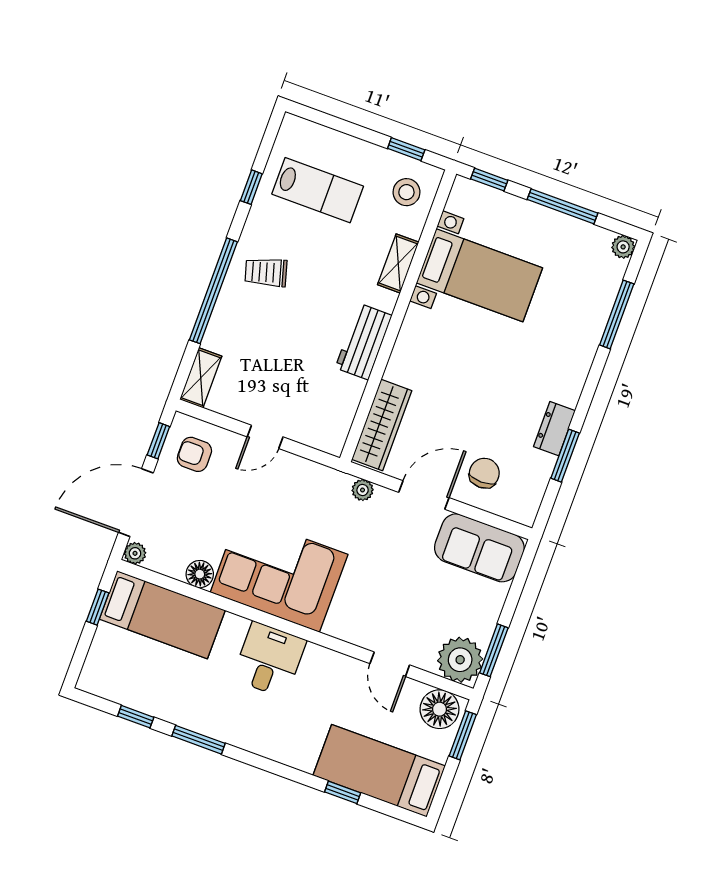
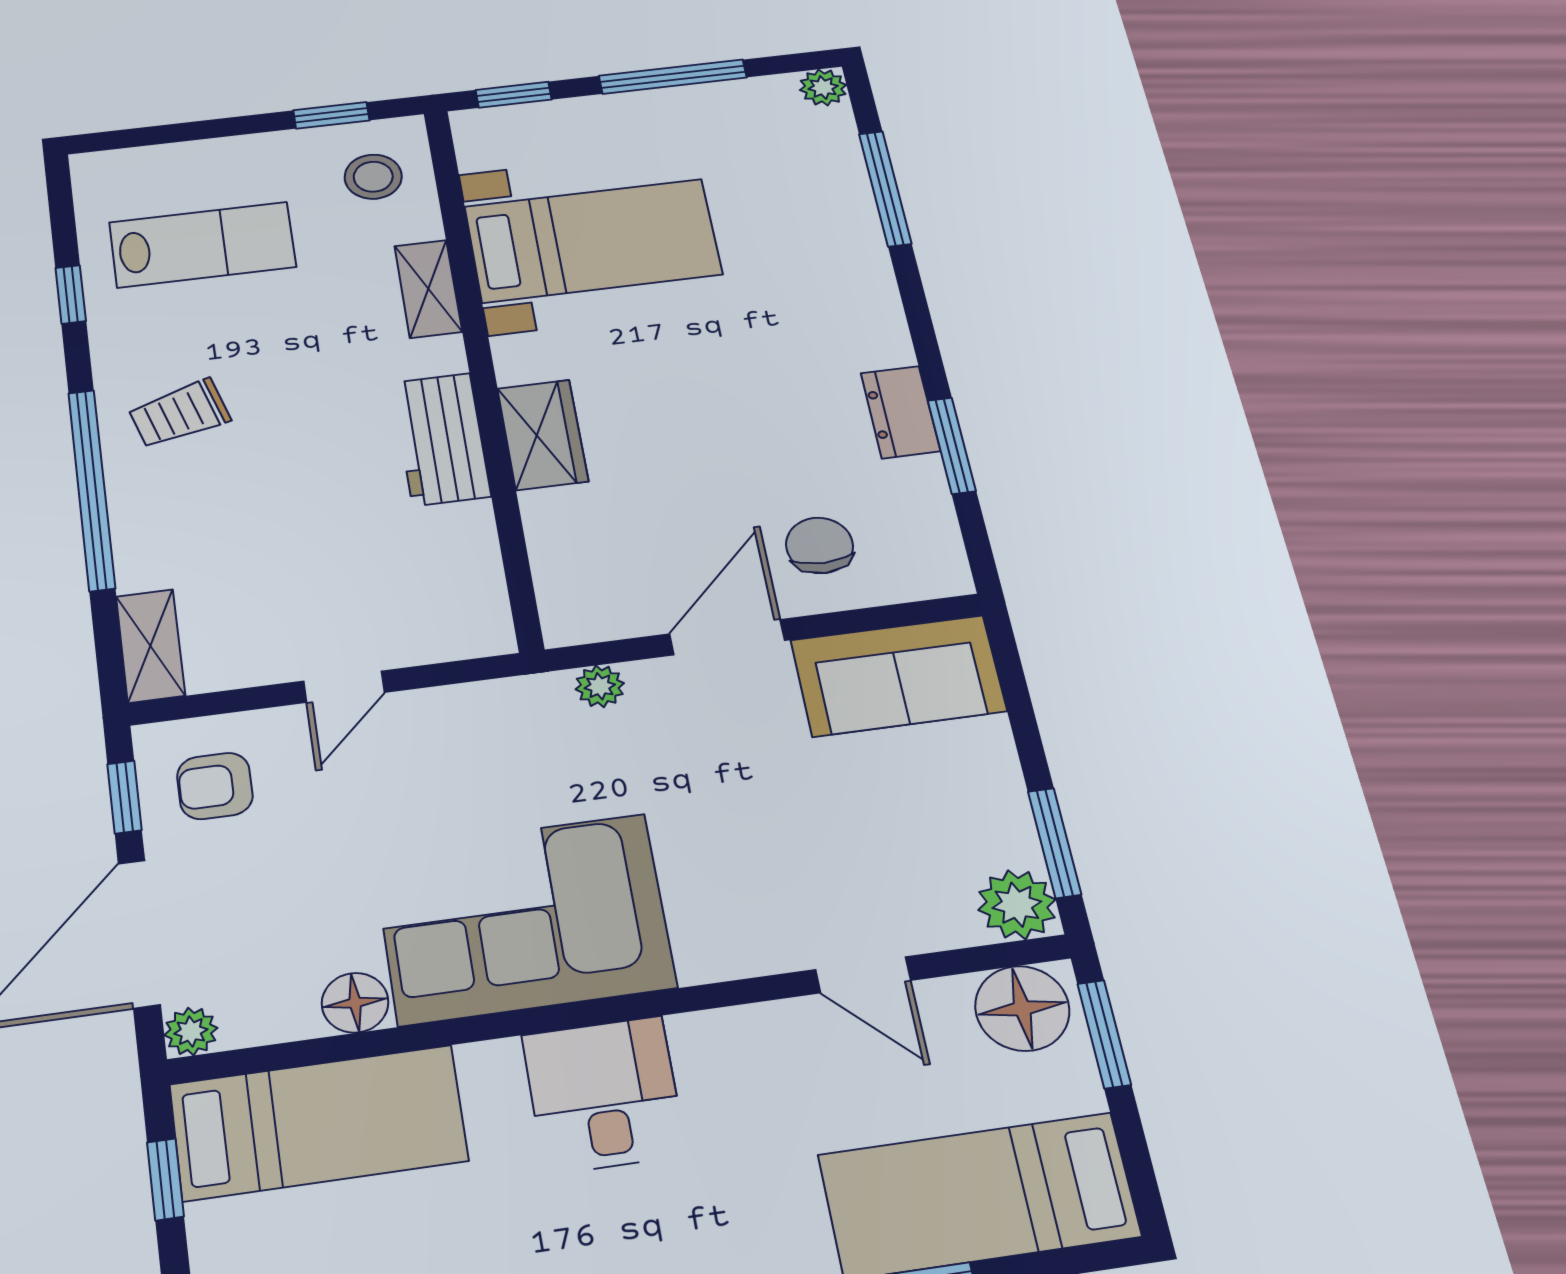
wardrobe: (382, 425) -> (543, 435), moved, width x0.67
plant: (460, 660) -> (1017, 905), width x0.73, depth x0.73

